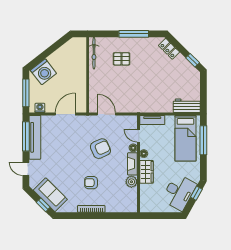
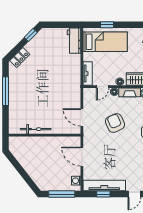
bicycle: (94, 53) -> (36, 129), moved
pallet: (121, 59) -> (29, 103), removed
washing machine: (43, 72) -> (42, 177), removed
door: (106, 114) -> (82, 117), hinge flipped
window: (26, 136) -> (103, 194), width x0.46
window: (203, 140) -> (107, 25), width x0.46

